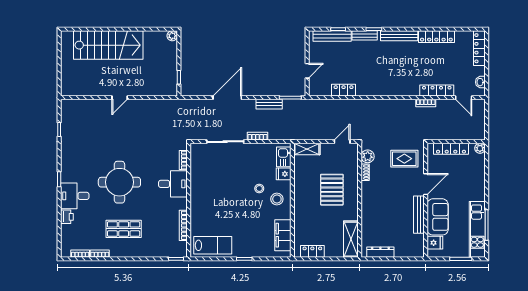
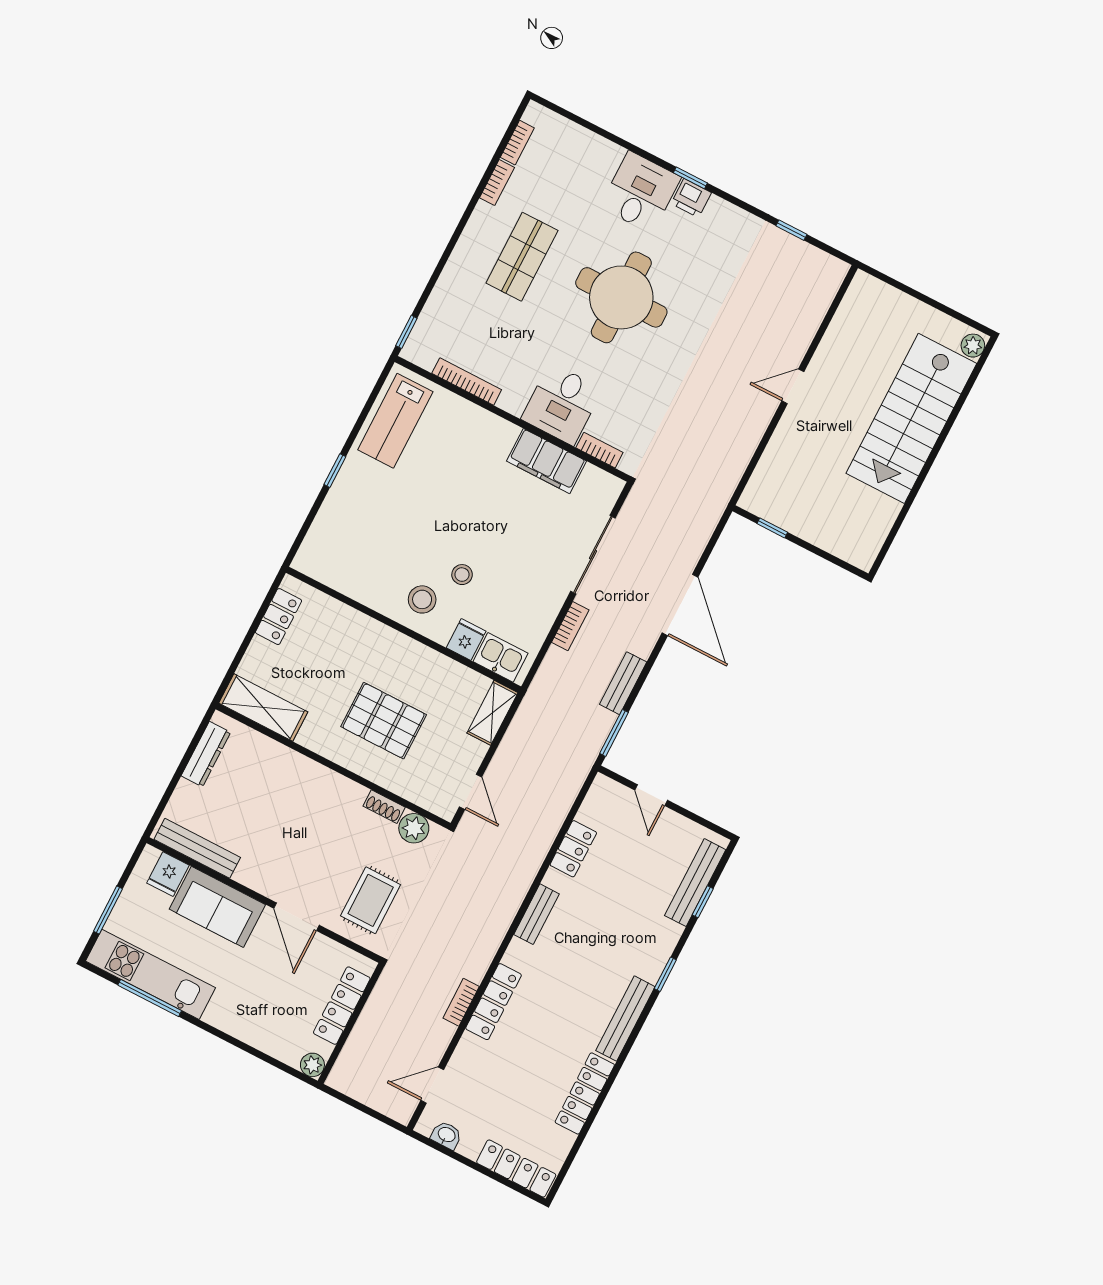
bench: (365, 35) -> (537, 914), moved
plant: (172, 36) -> (973, 346), moved
locker: (437, 91) -> (494, 1002), moved
door: (120, 98) -> (793, 386), hinge flipped
bench: (419, 215) -> (197, 848), moved
printer: (67, 217) -> (691, 198), moved
filing cabinet: (283, 235) -> (546, 461), moved, turned 180

